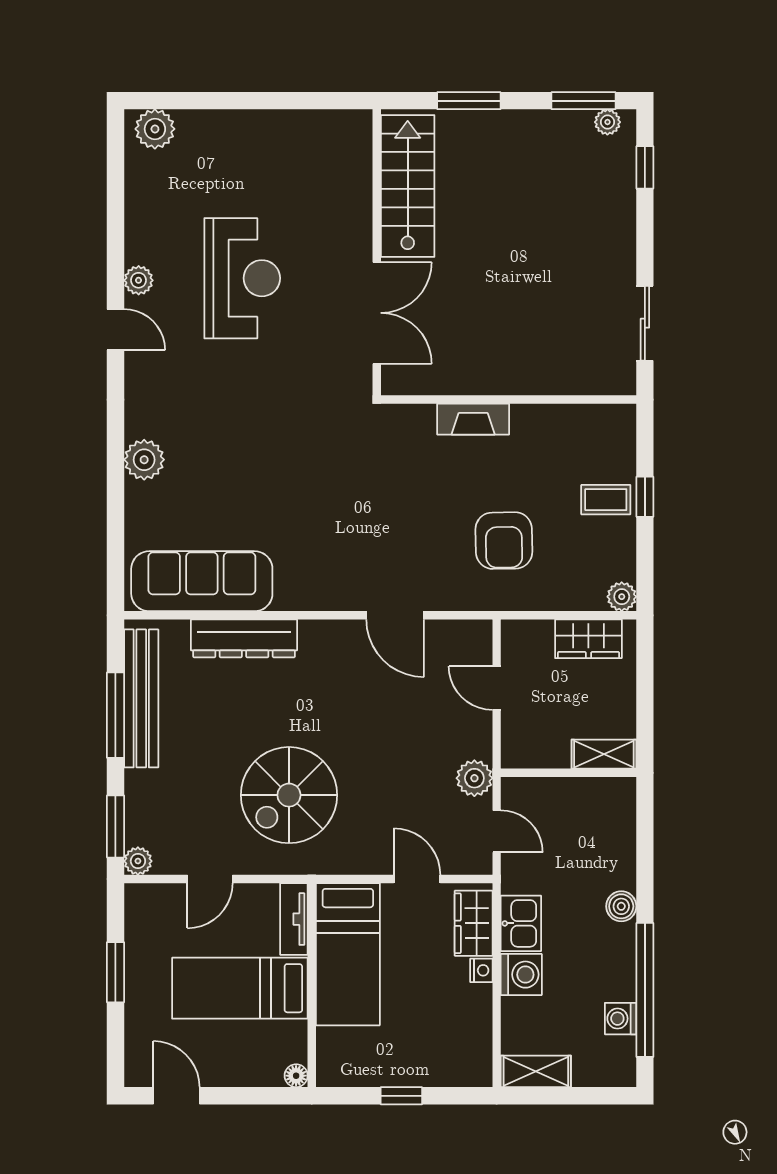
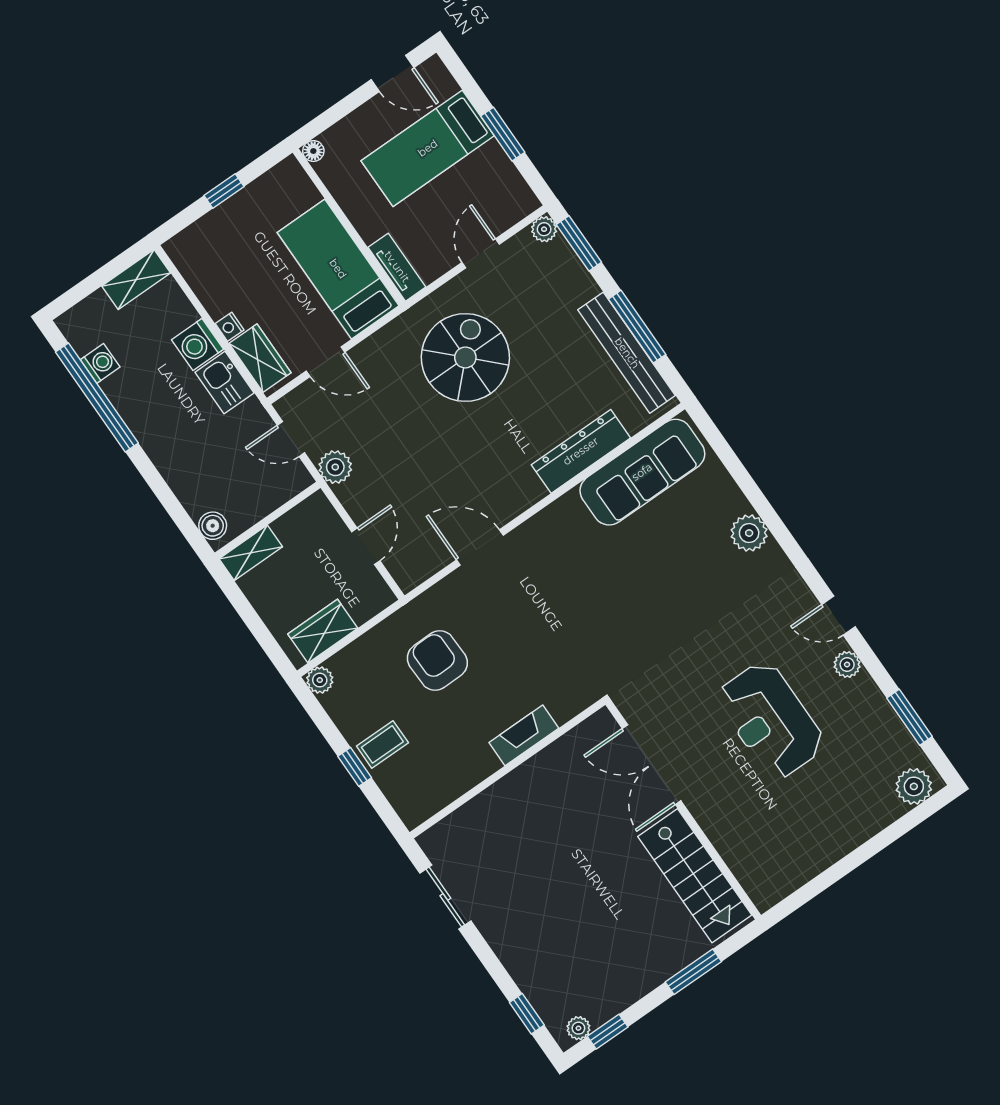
window: (584, 101) -> (608, 1032), width x0.67
window: (115, 194) -> (910, 717), added
door: (497, 688) -> (366, 546), hinge flipped
boiler: (621, 906) -> (213, 526), moved
bed: (240, 988) -> (428, 148), moved, turned 180

